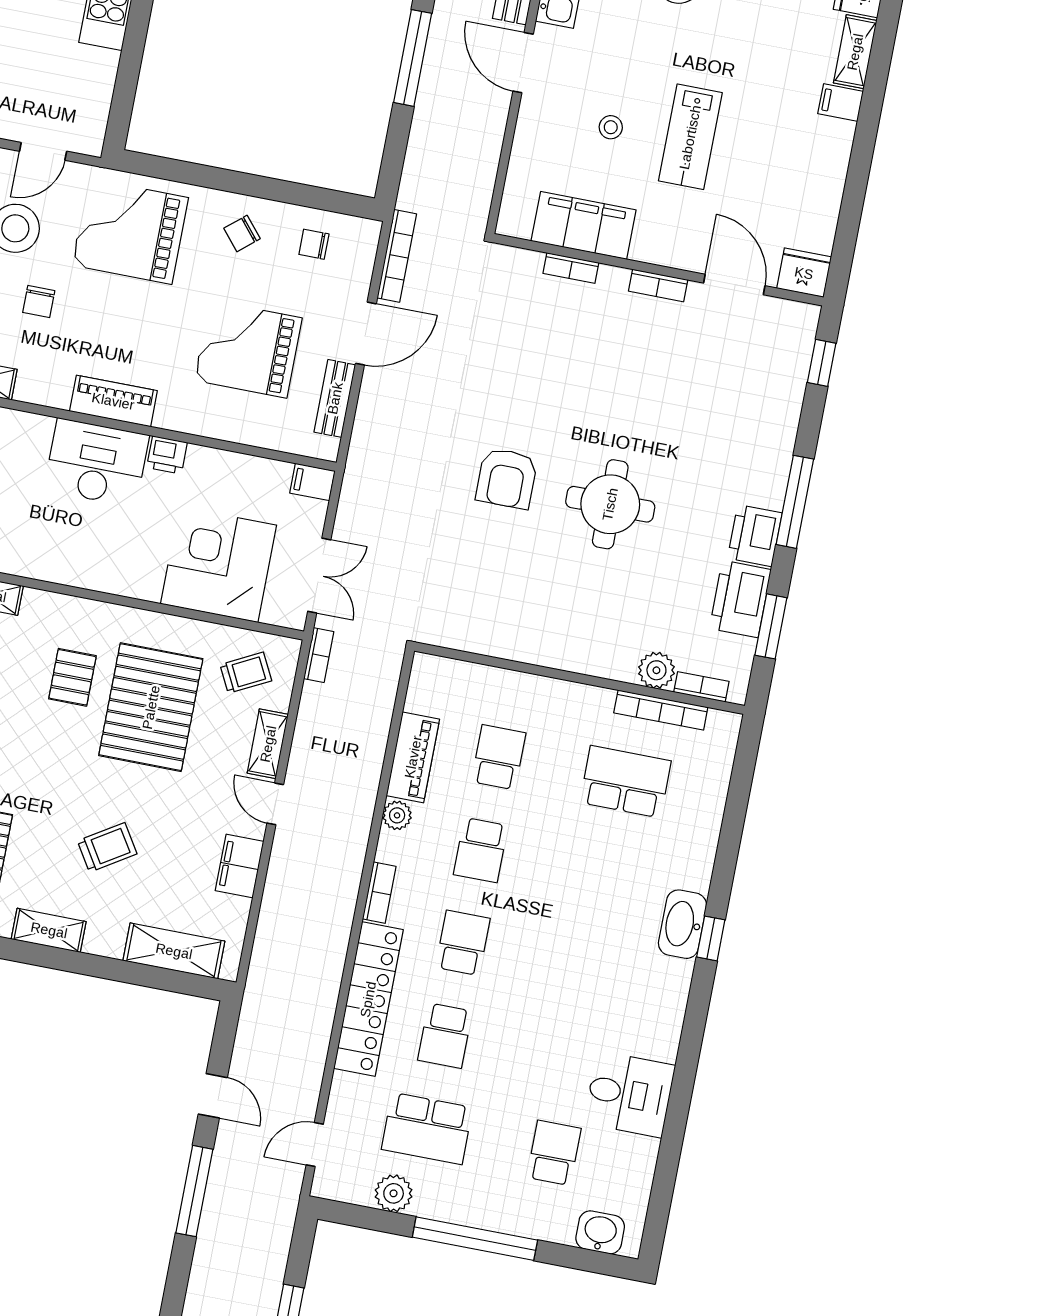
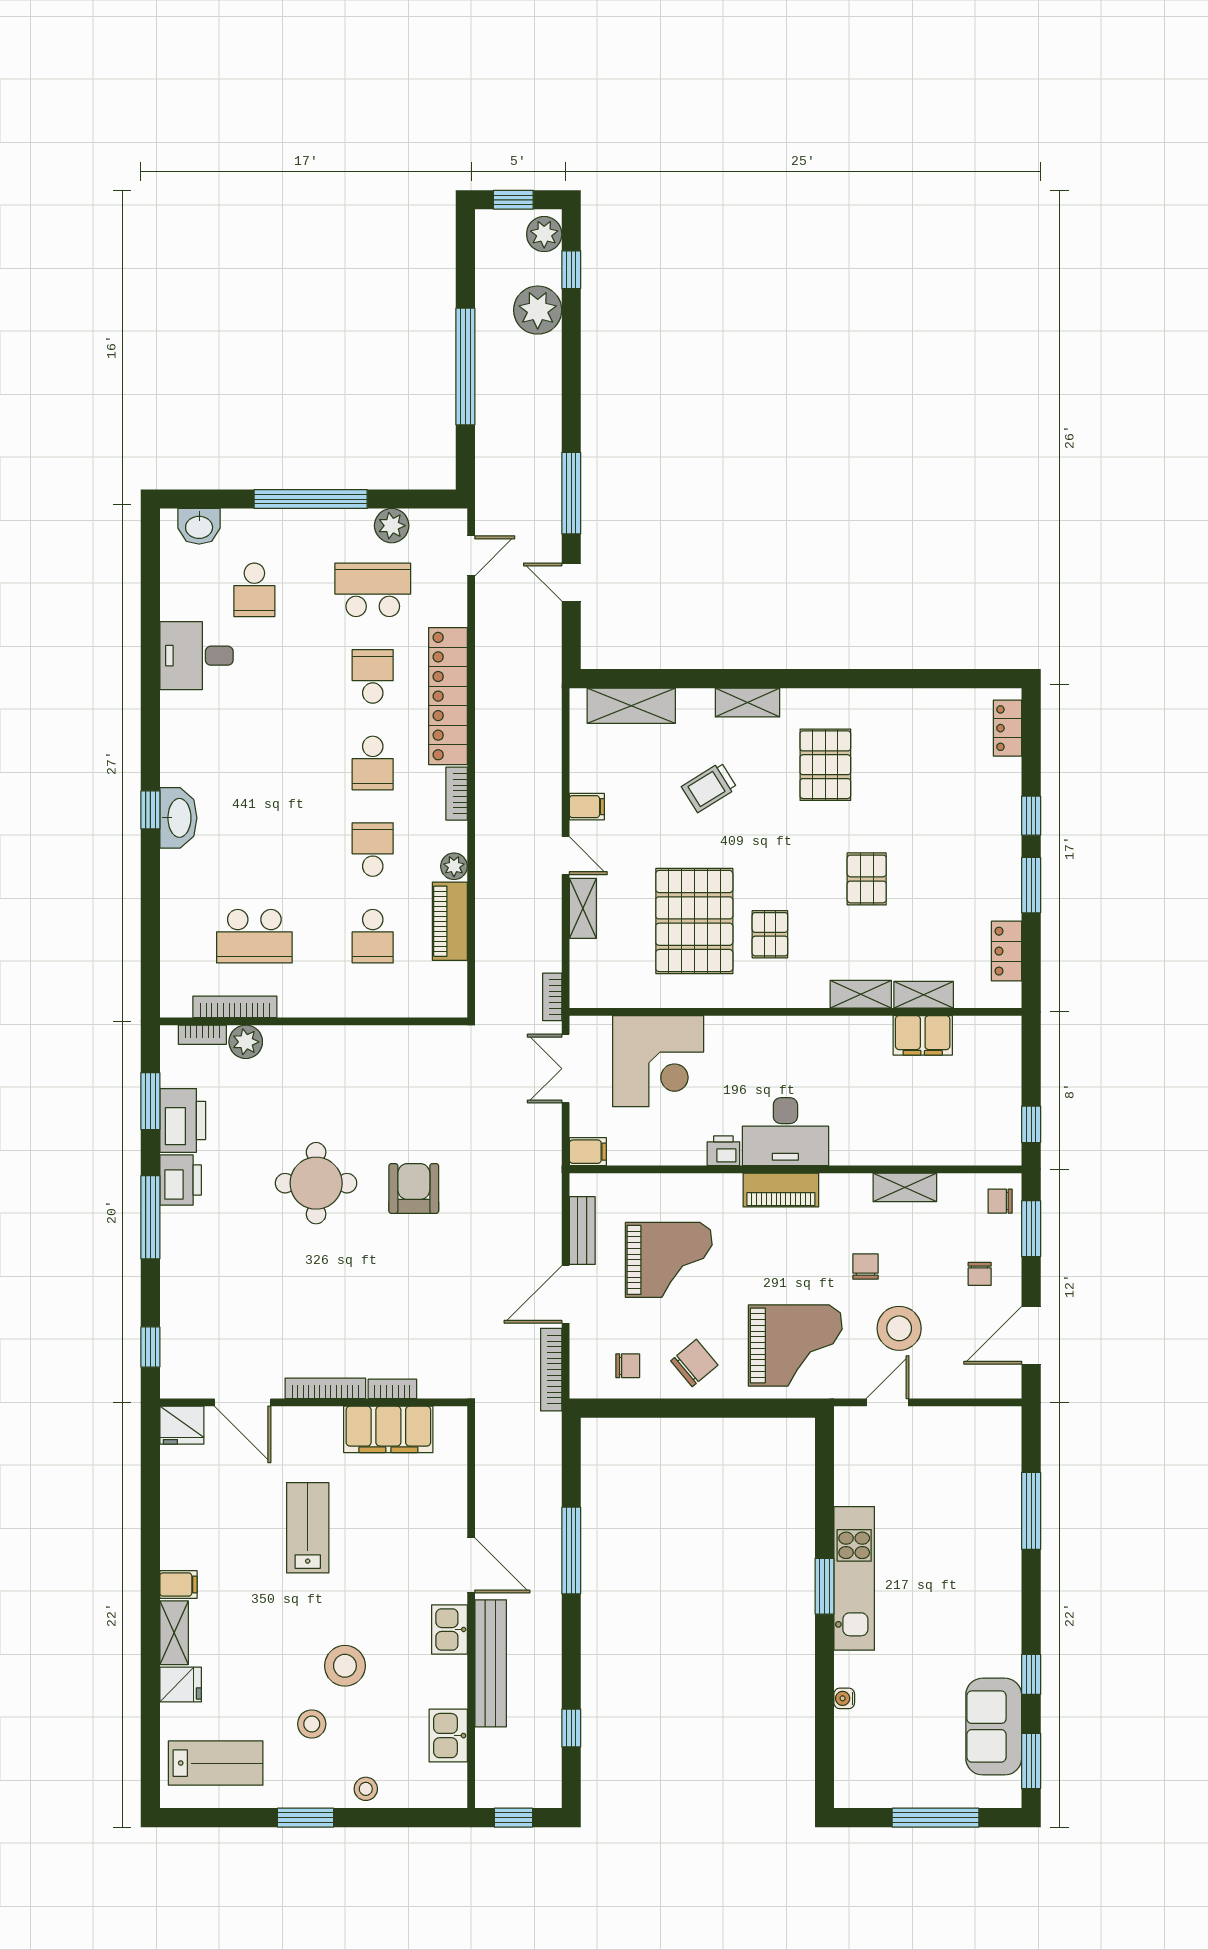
stool: (611, 127) -> (381, 1522), removed
chair: (242, 233) -> (694, 1363), width x1.37, depth x1.37
bookcase: (658, 285) -> (325, 1388), width x1.56
trolley: (246, 673) -> (615, 968), removed
filing cabinet: (240, 866) -> (587, 807), width x0.50

